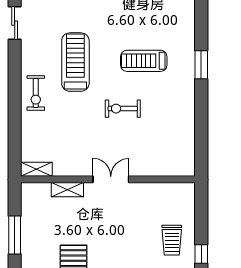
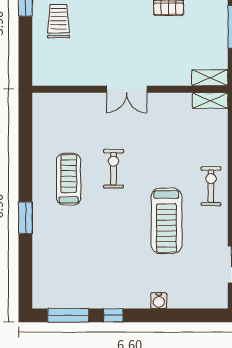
treadmill: (144, 61) -> (69, 179), moved, turned -90
exercise bike: (123, 109) -> (113, 169), turned -90
shelving: (67, 190) -> (210, 78), moved

